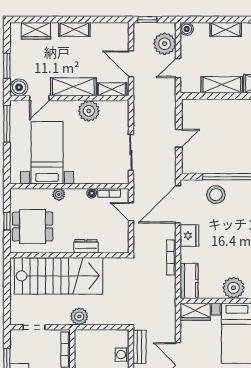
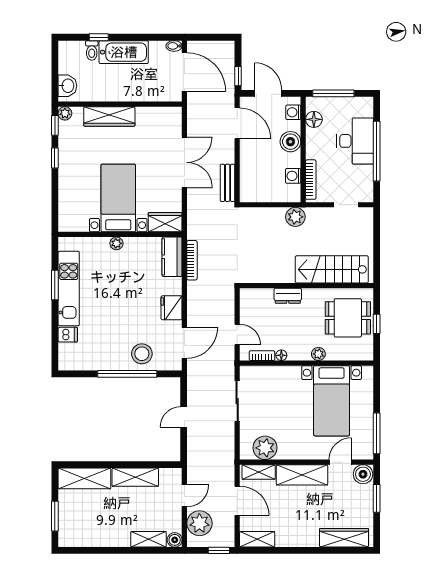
shelving: (74, 29) -> (257, 539), moved
shelving: (226, 29) -> (148, 539), moved
wardrobe: (36, 31) -> (344, 538), width x1.50
plant: (89, 111) -> (265, 448), moved
door: (178, 204) -> (184, 343), width x0.73
bookcase: (171, 258) -> (192, 260), moved
stairs: (59, 276) -> (332, 269), width x0.73, depth x0.66
plant: (233, 288) -> (116, 243), width x0.53, depth x0.53
washing machine: (122, 355) -> (293, 176), moved, turned 180

